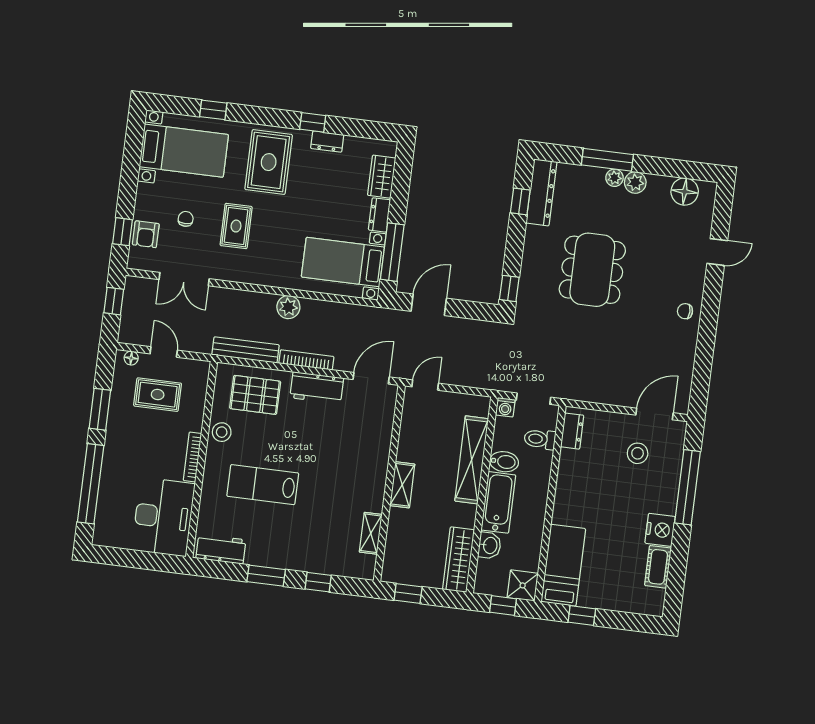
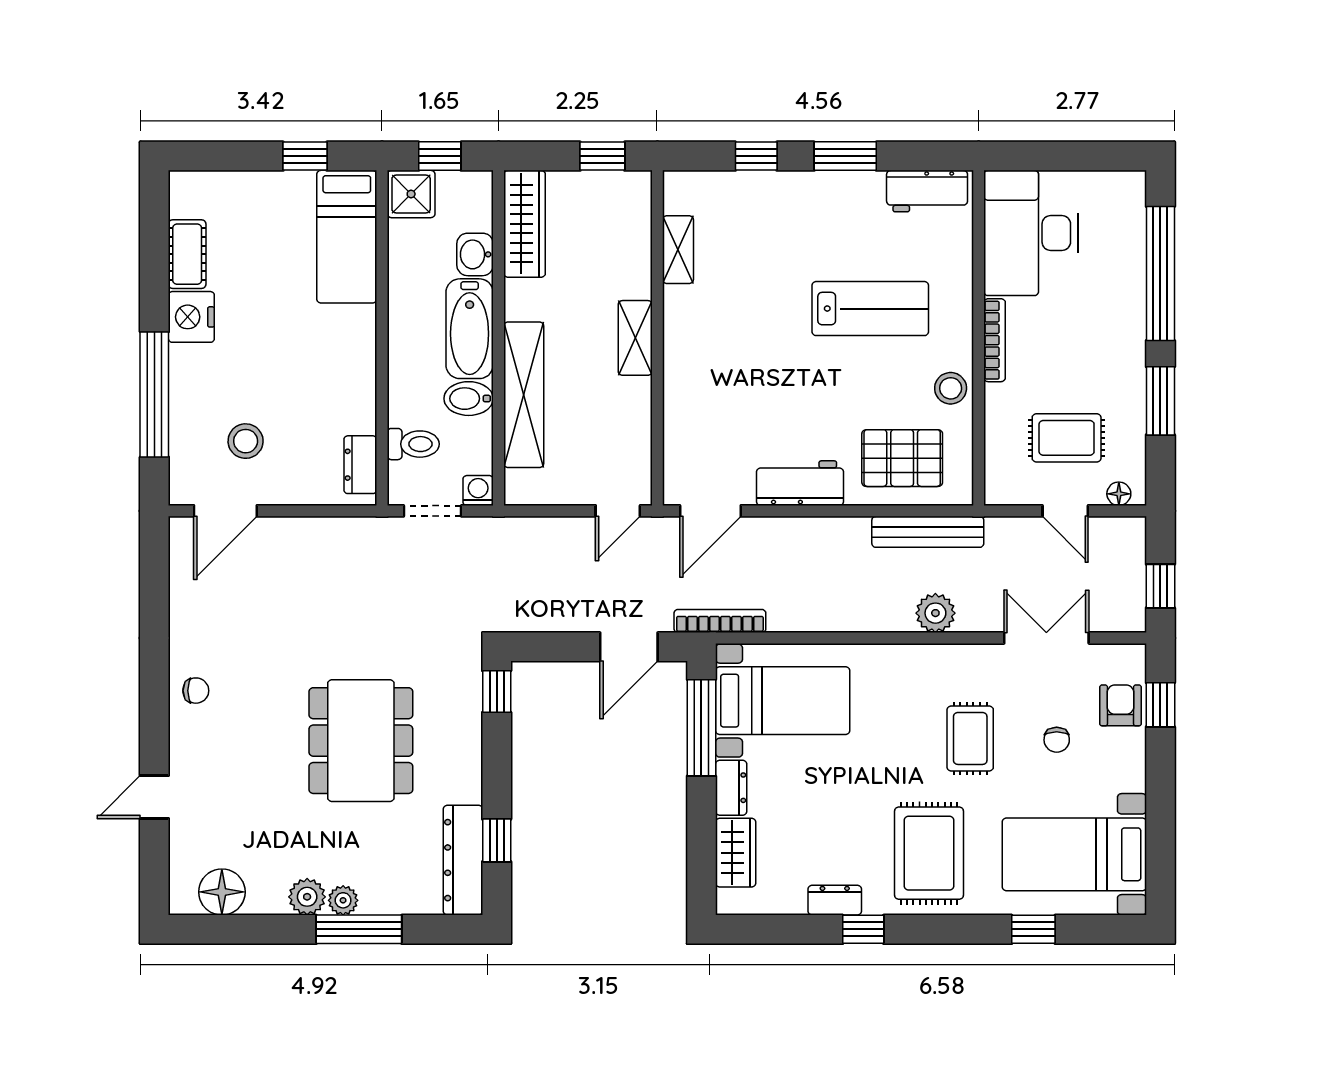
plant: (288, 307) -> (935, 613), moved
bookcase: (306, 360) -> (720, 621), moved, turned 180

